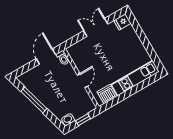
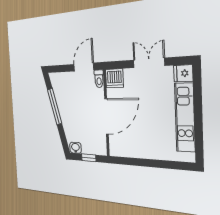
kitchen unit: (135, 78) -> (185, 118), moved, turned -90
door: (82, 81) -> (107, 116), width x1.88
dishwasher: (107, 94) -> (114, 78), moved, turned 180

